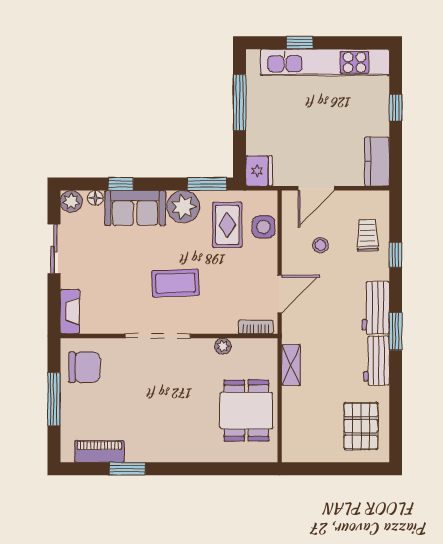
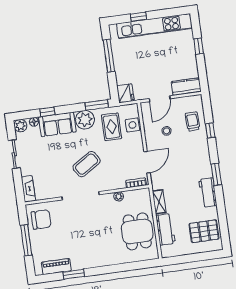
kitchen counter: (377, 162) -> (186, 87), moved, turned 90
coffee table: (175, 283) -> (87, 164), turned -30
workbench: (376, 308) -> (166, 229), moved, turned 180
pallet: (361, 426) -> (204, 231), turned 90

